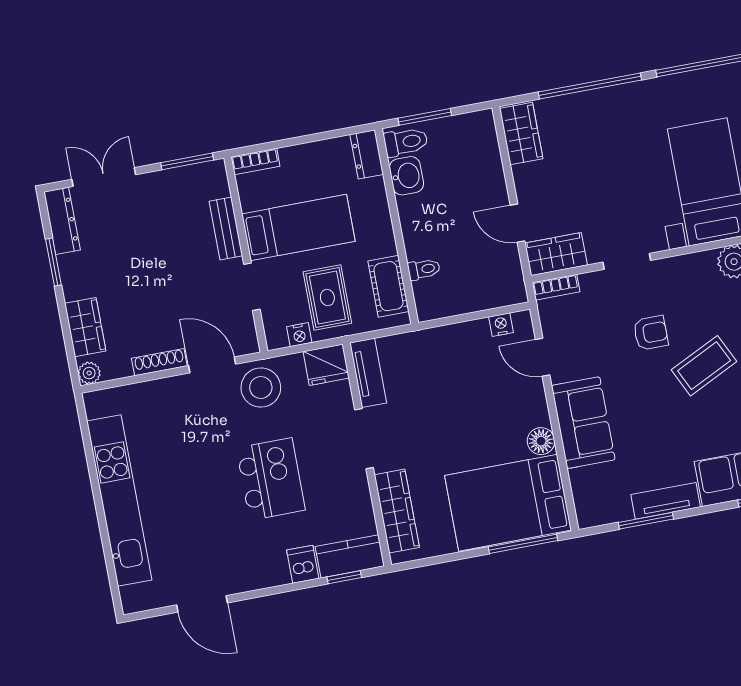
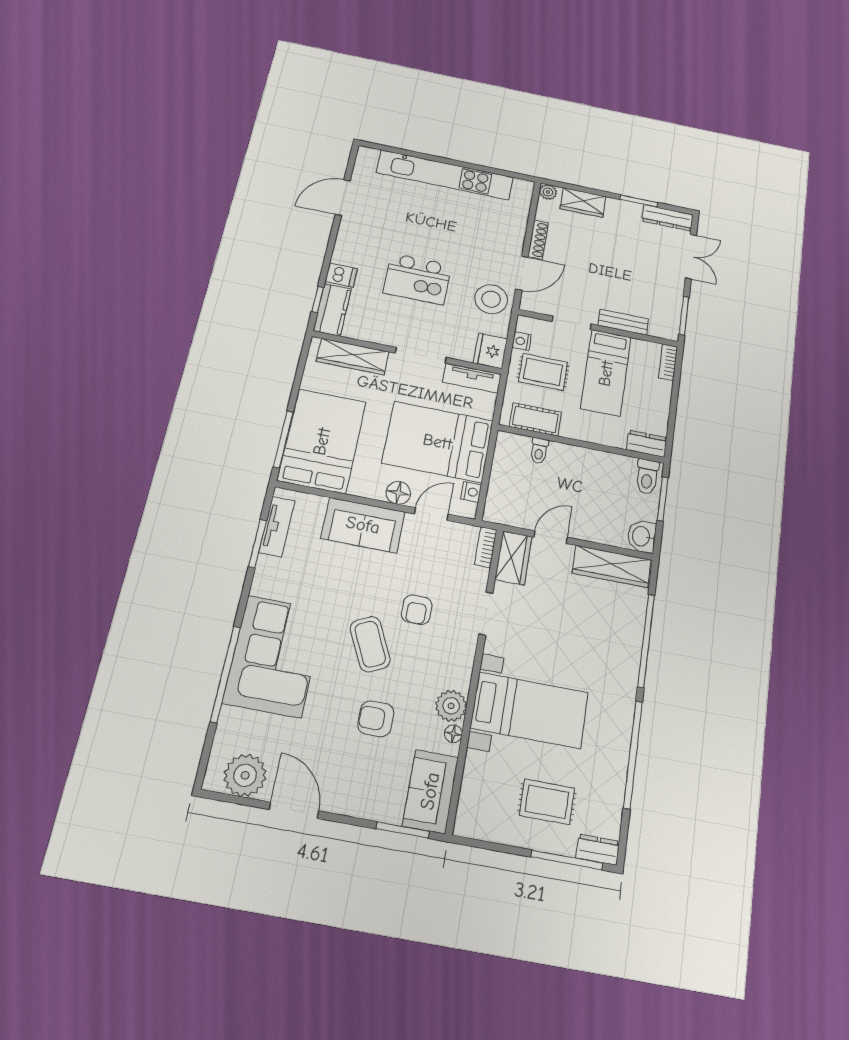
wardrobe: (521, 134) -> (612, 566), width x1.50
washbasin: (406, 176) -> (642, 536), moved, turned 90
bed: (459, 381) -> (438, 442), added
floor lamp: (541, 441) -> (398, 493), moved
tv unit: (666, 501) -> (277, 527), moved

